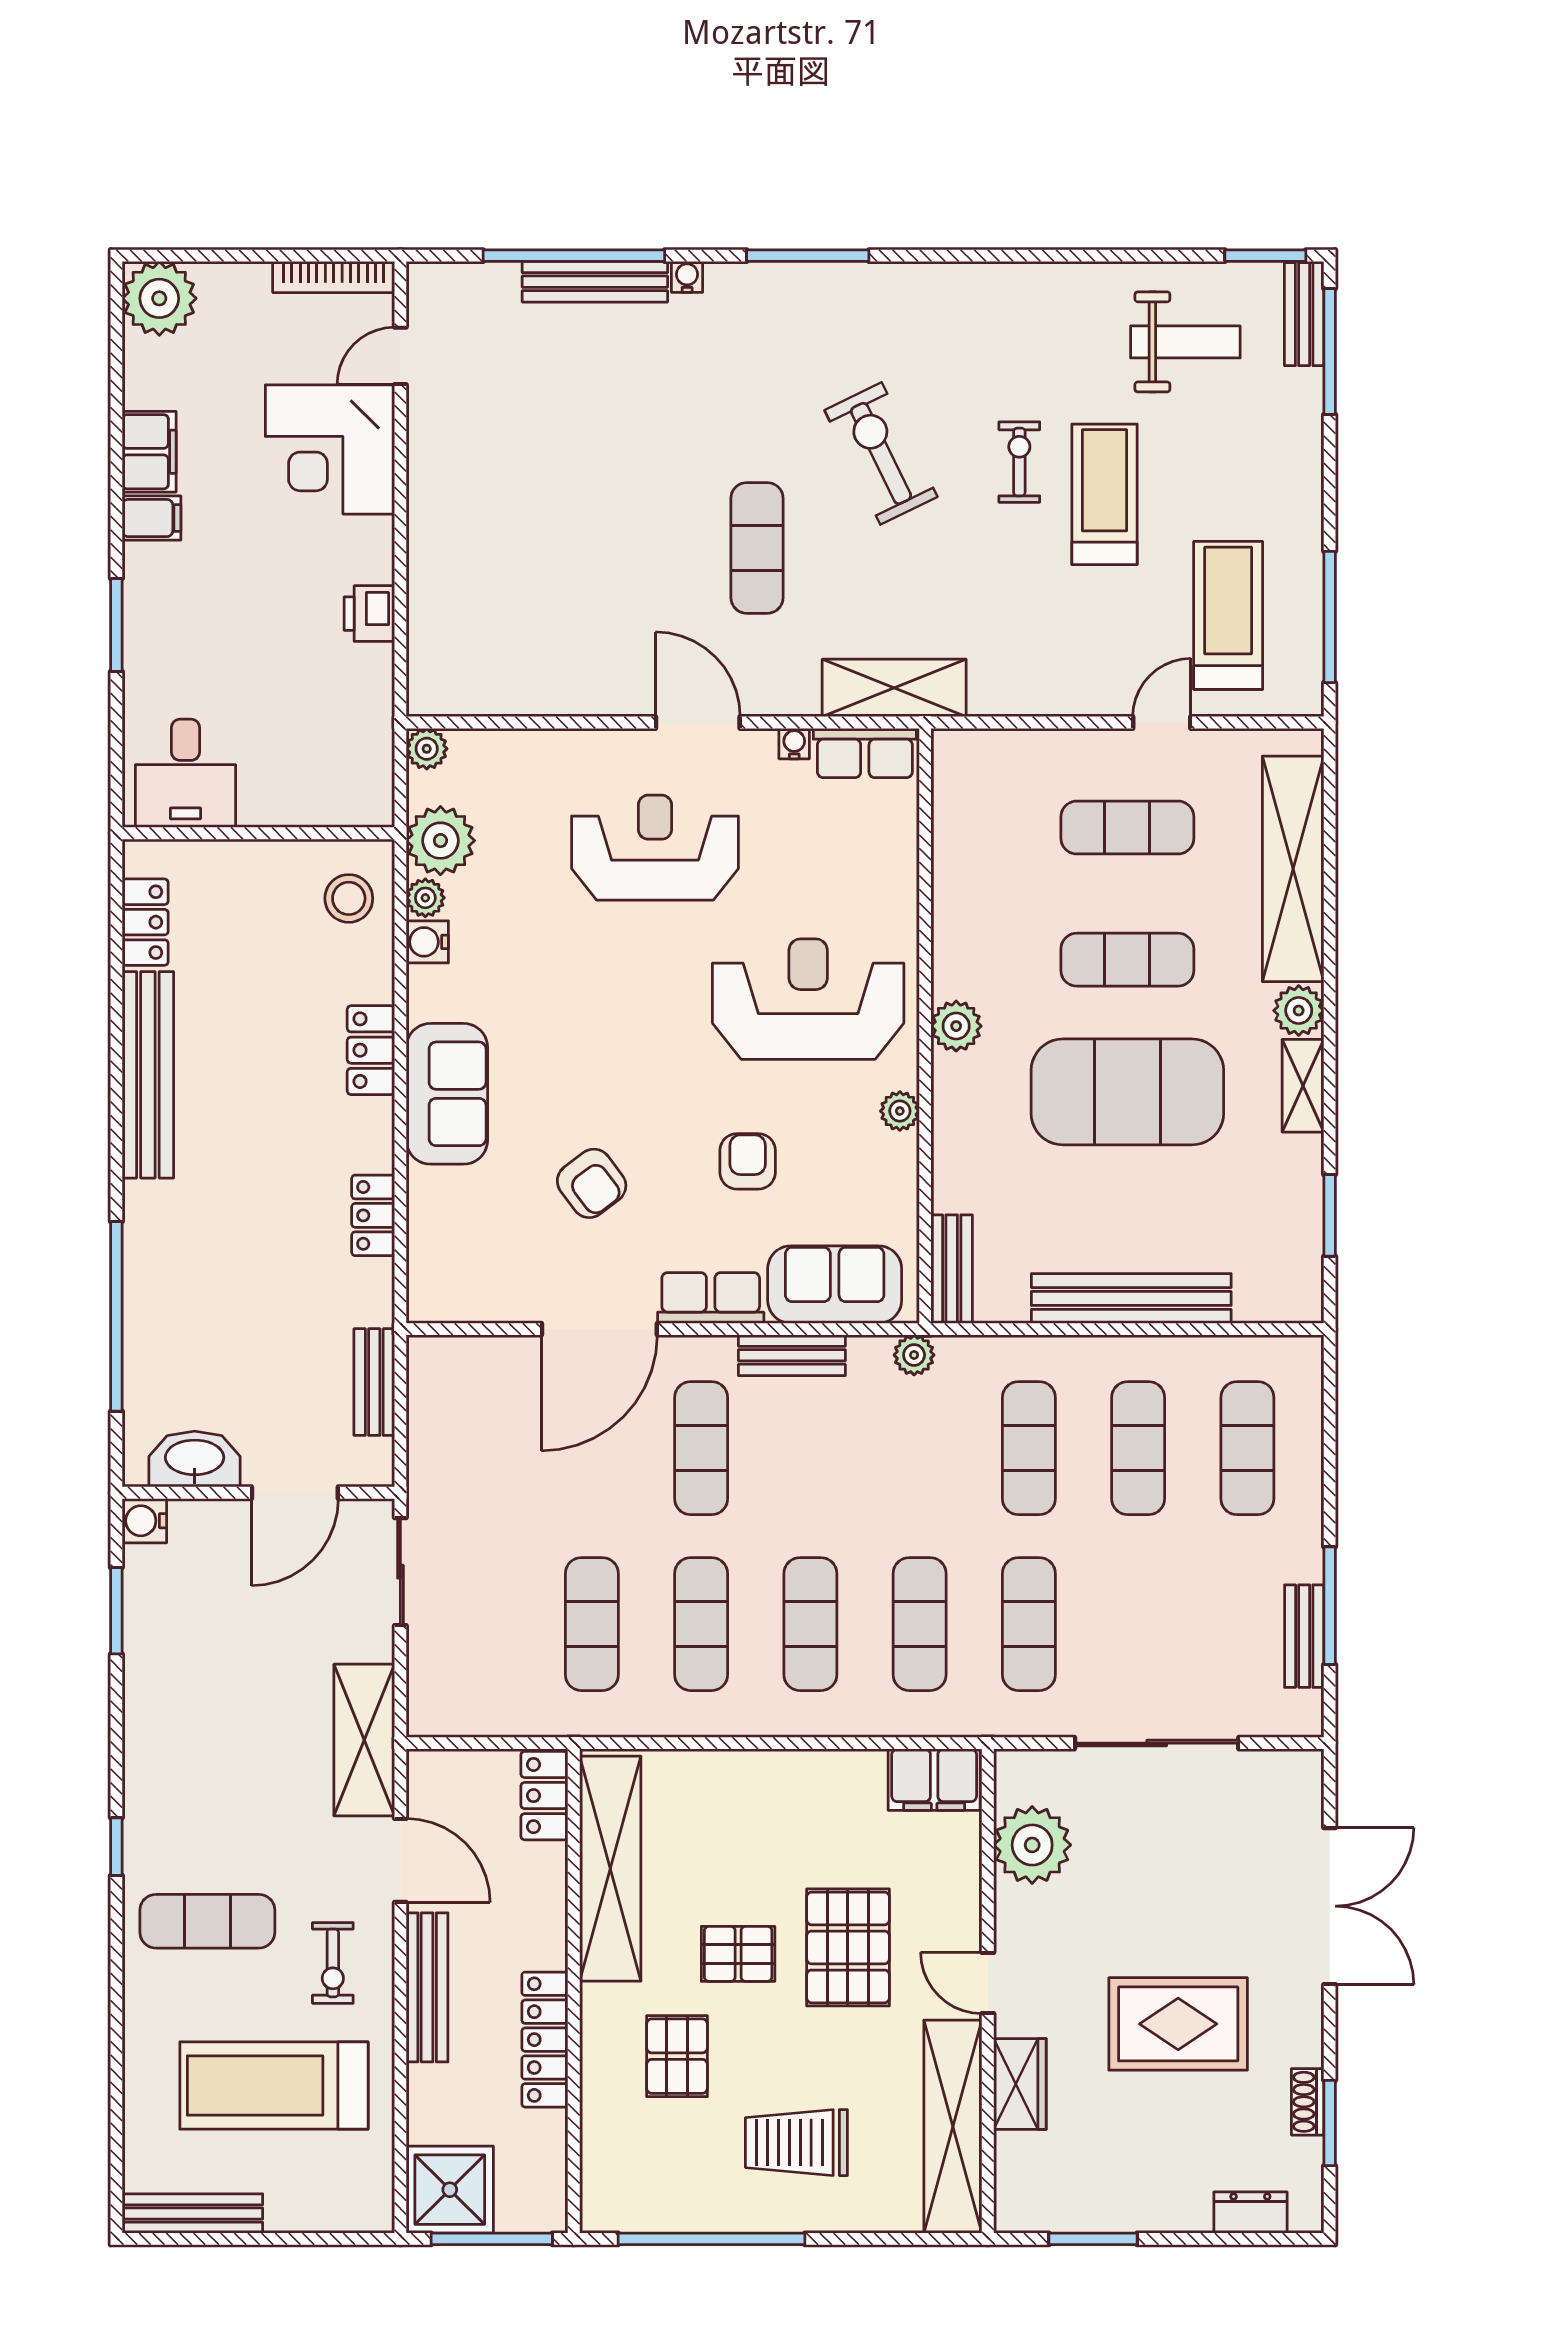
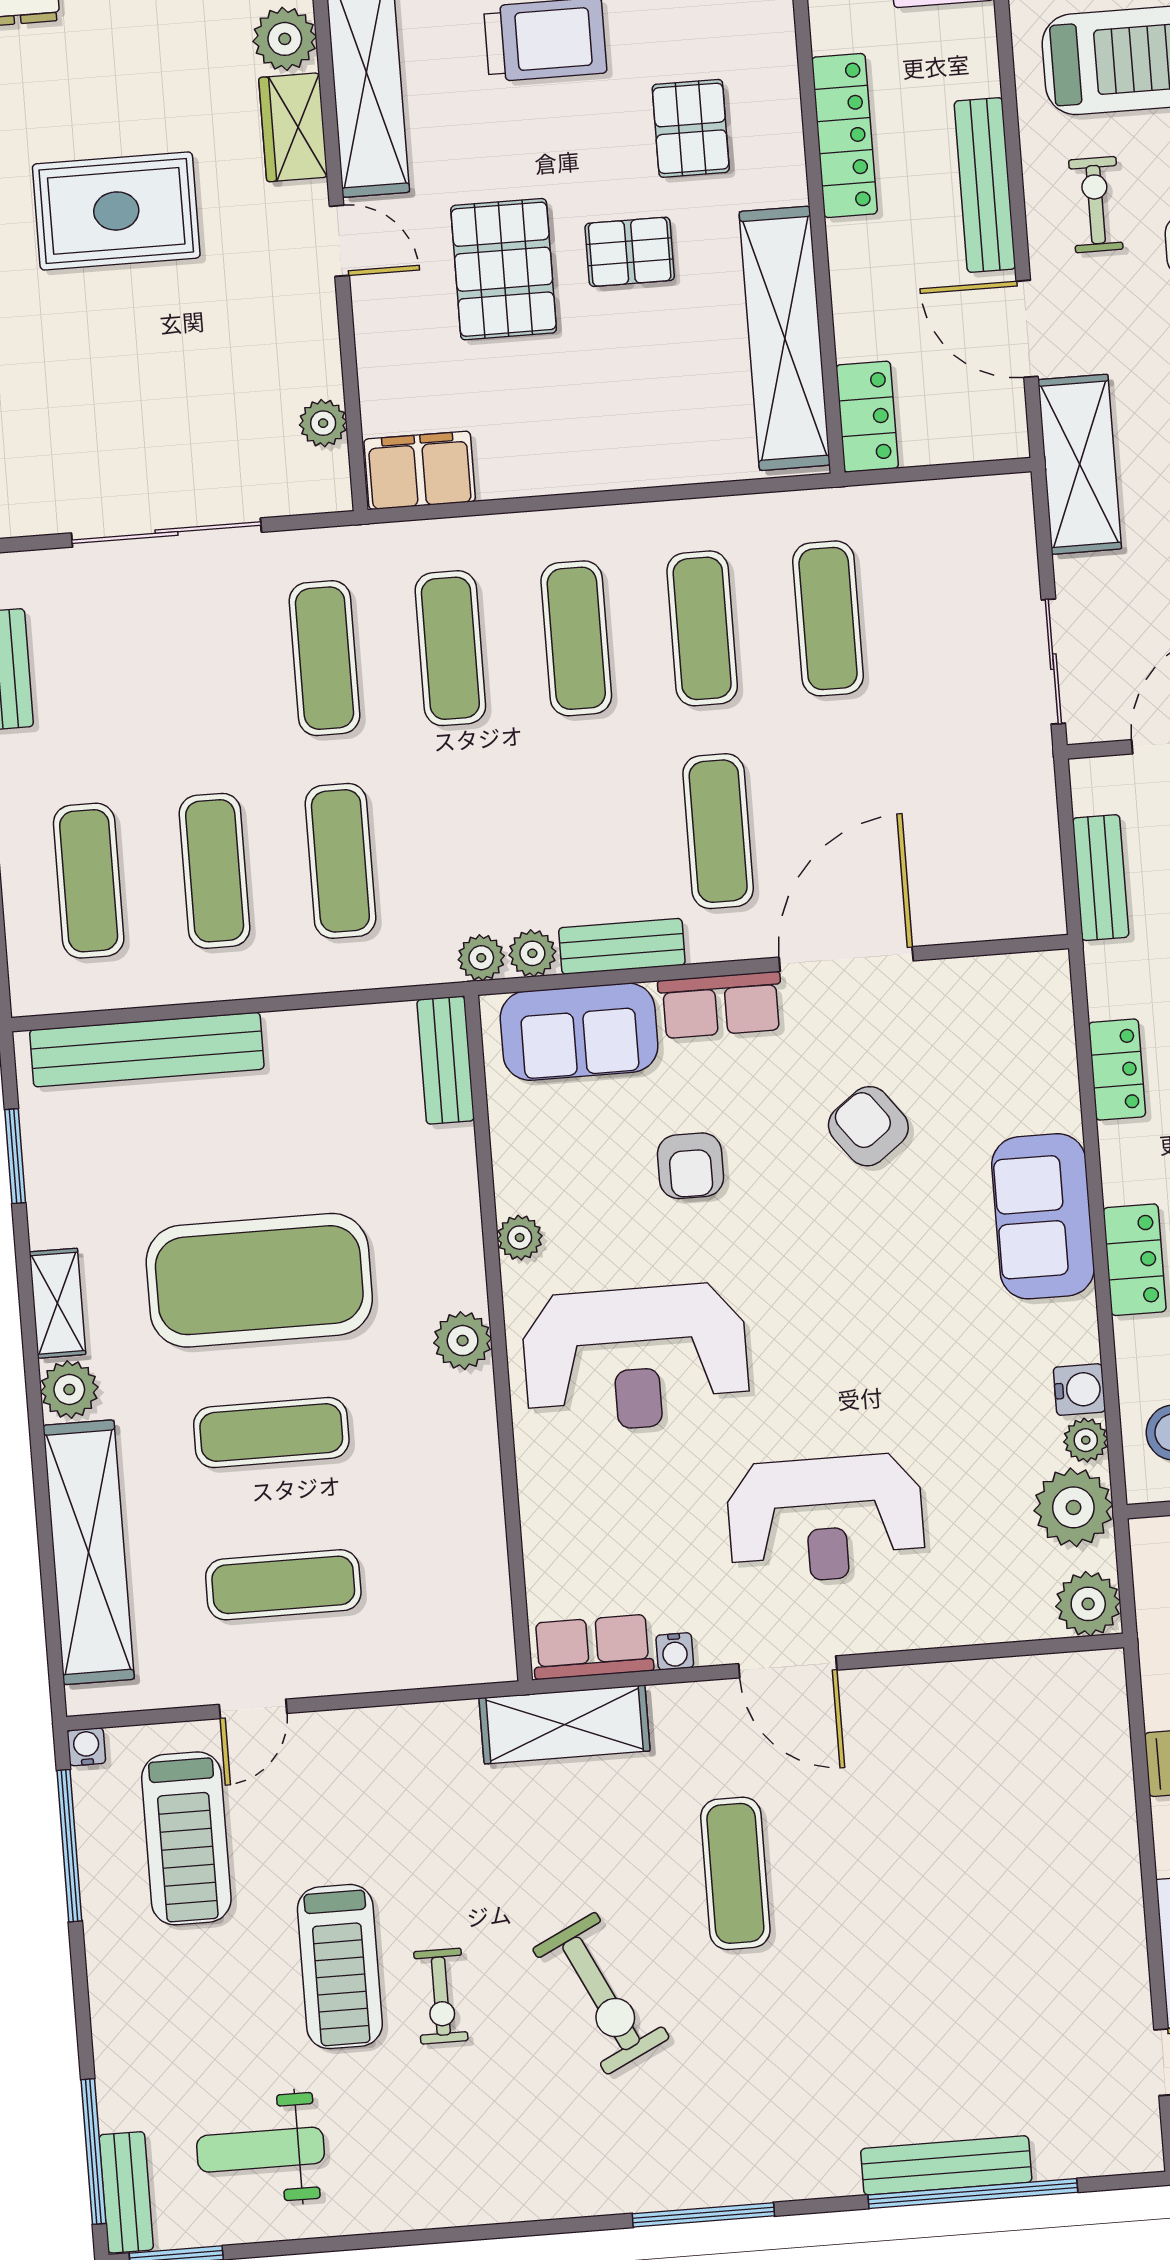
water cooler: (687, 277) -> (86, 1747), moved, turned 180
plant: (427, 749) -> (1088, 1604), width x1.38, depth x1.38
bench: (1131, 1298) -> (147, 1050), moved
plant: (870, 1355) -> (532, 953), added
plant: (1032, 1845) -> (323, 423), width x0.53, depth x0.53
plant: (1021, 2161) -> (285, 39), added

